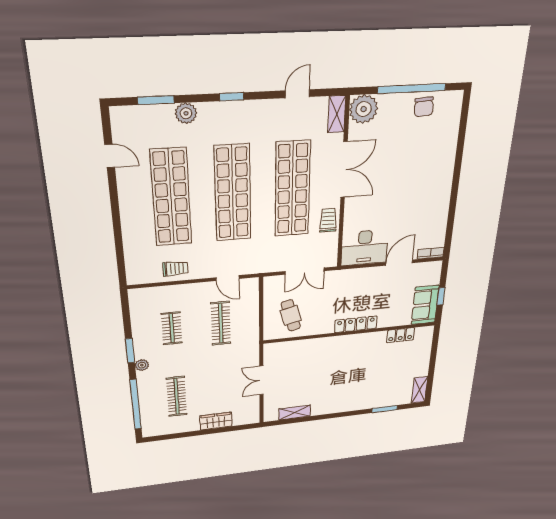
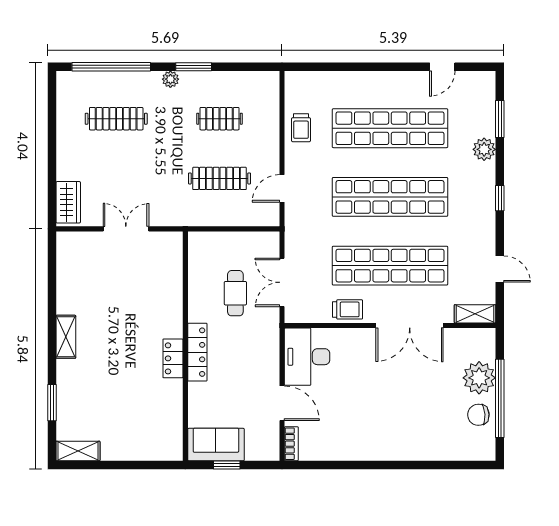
plant: (364, 109) -> (479, 378), moved
cafe table: (291, 315) -> (235, 293), moved, turned -75
locker: (401, 335) -> (173, 358), moved
shelving: (295, 413) -> (66, 337), moved
wardrobe: (216, 421) -> (68, 202), moved

